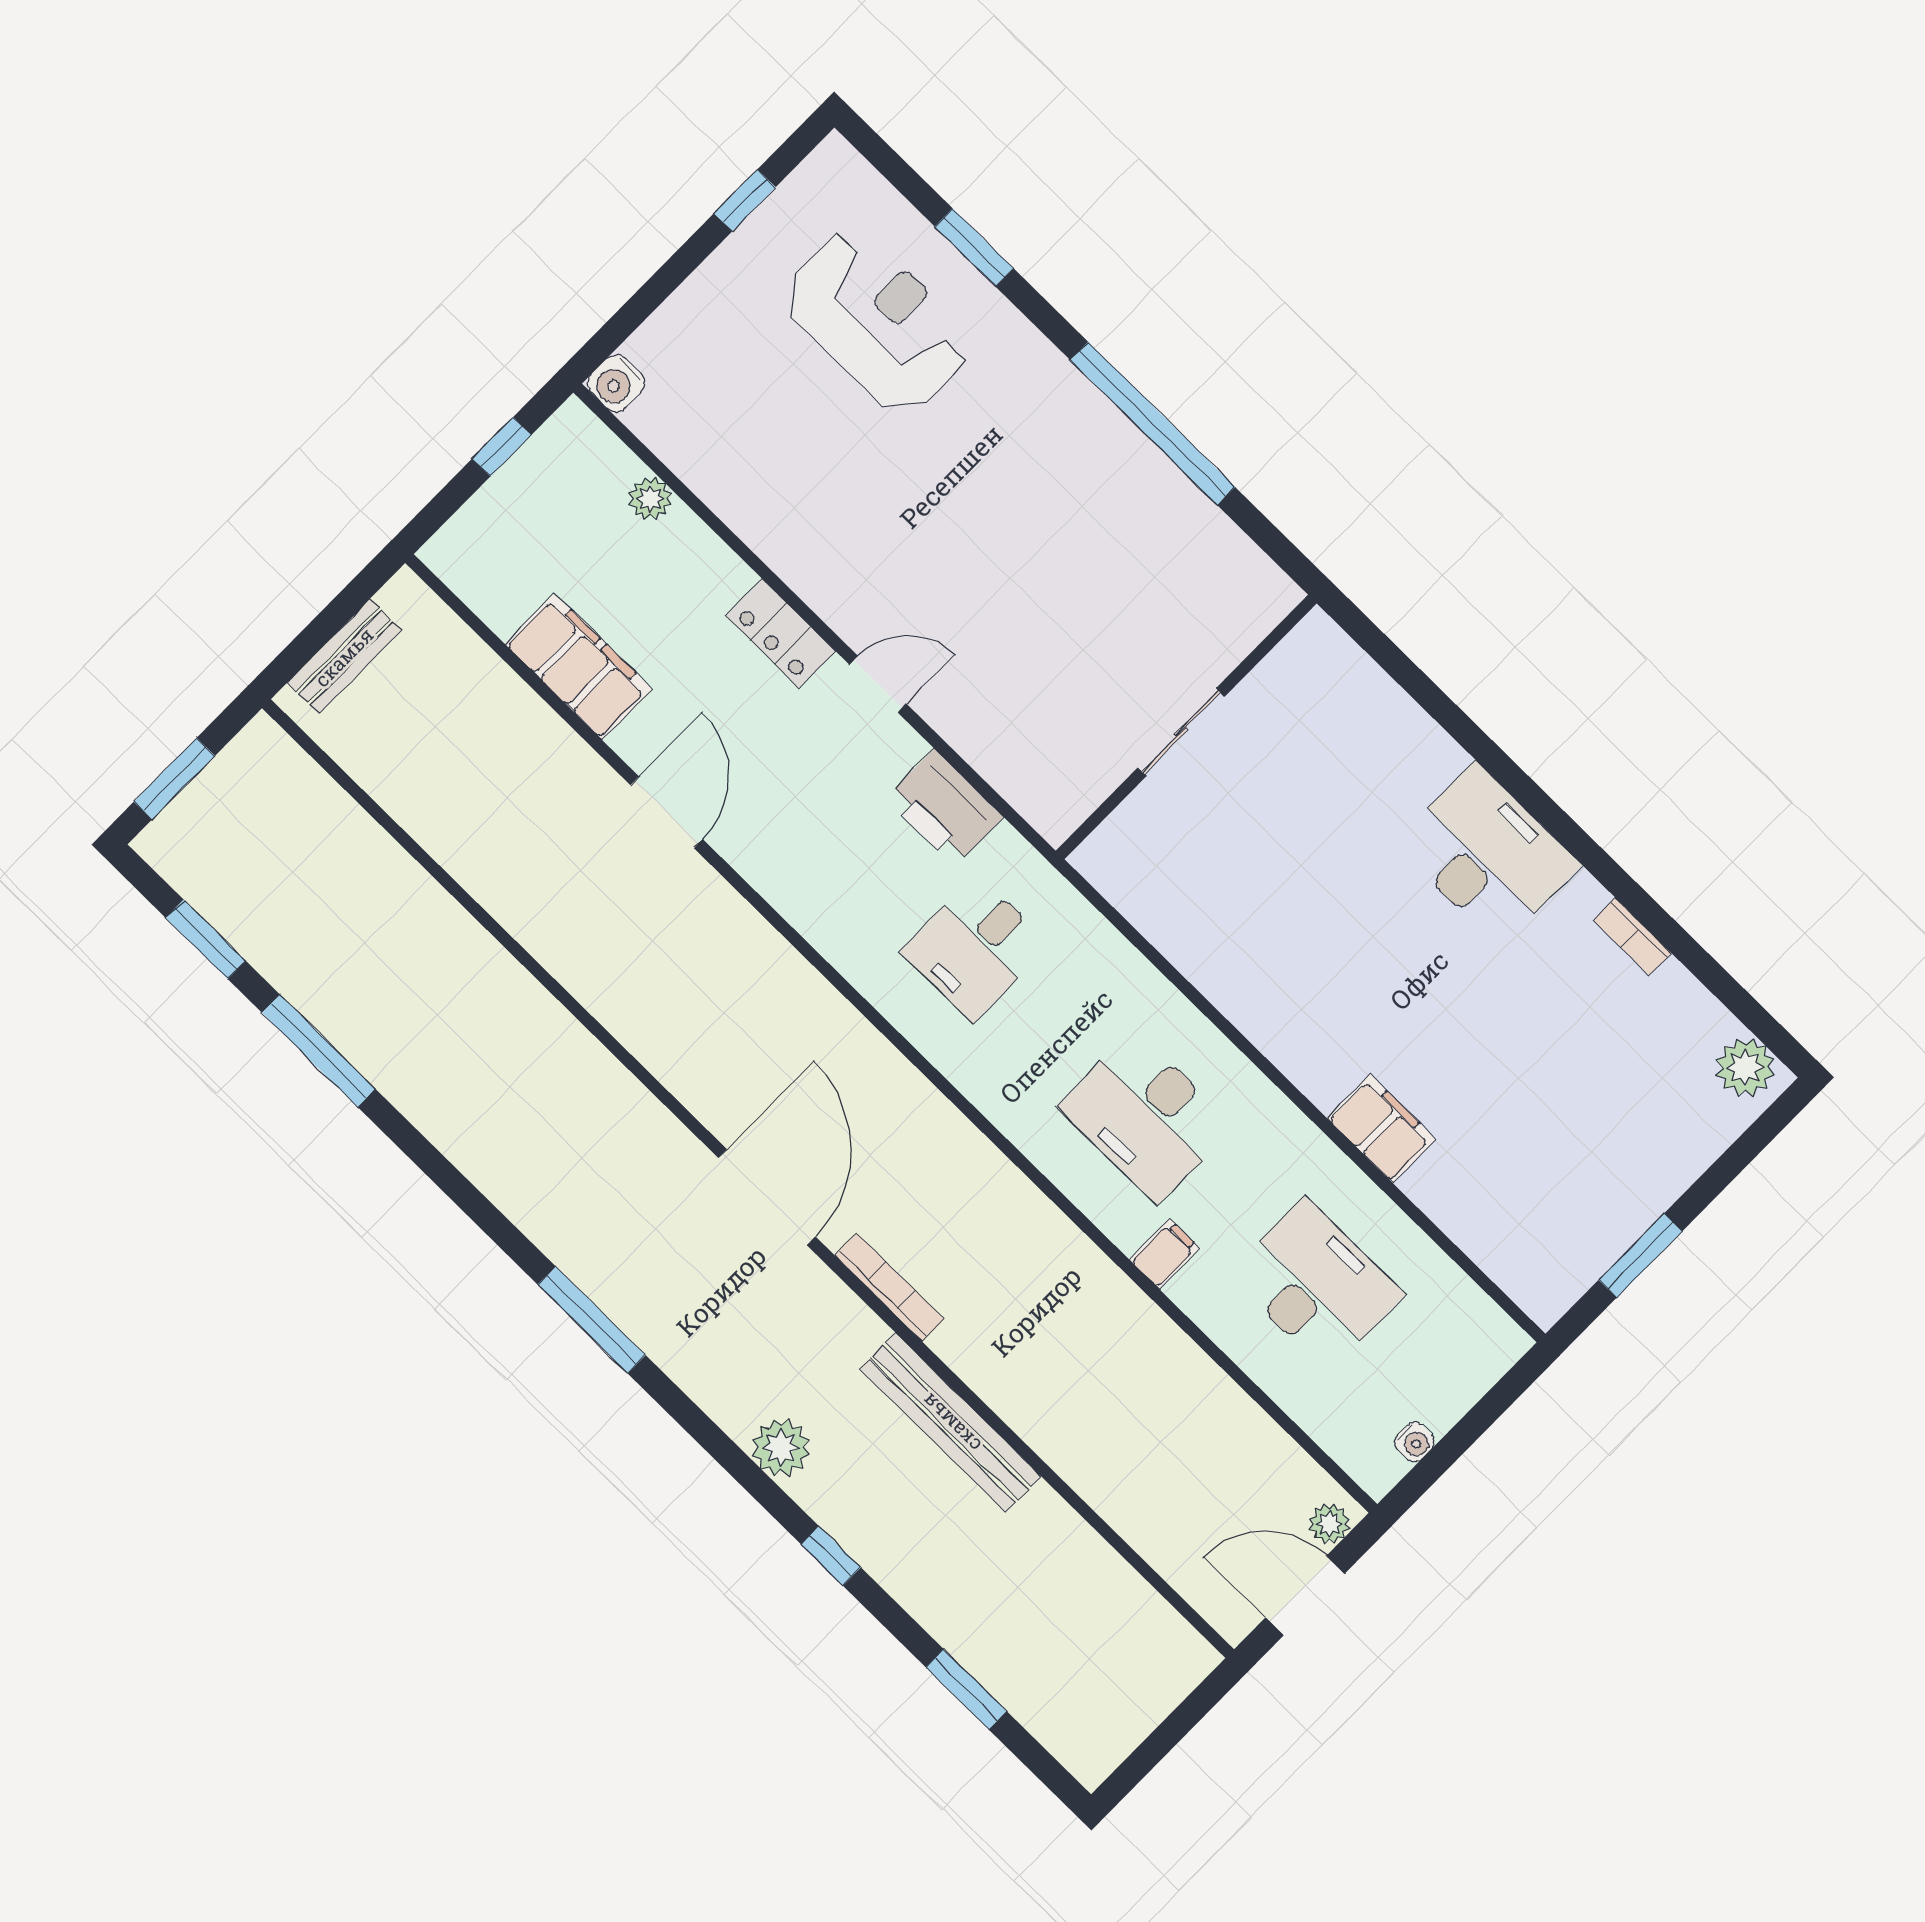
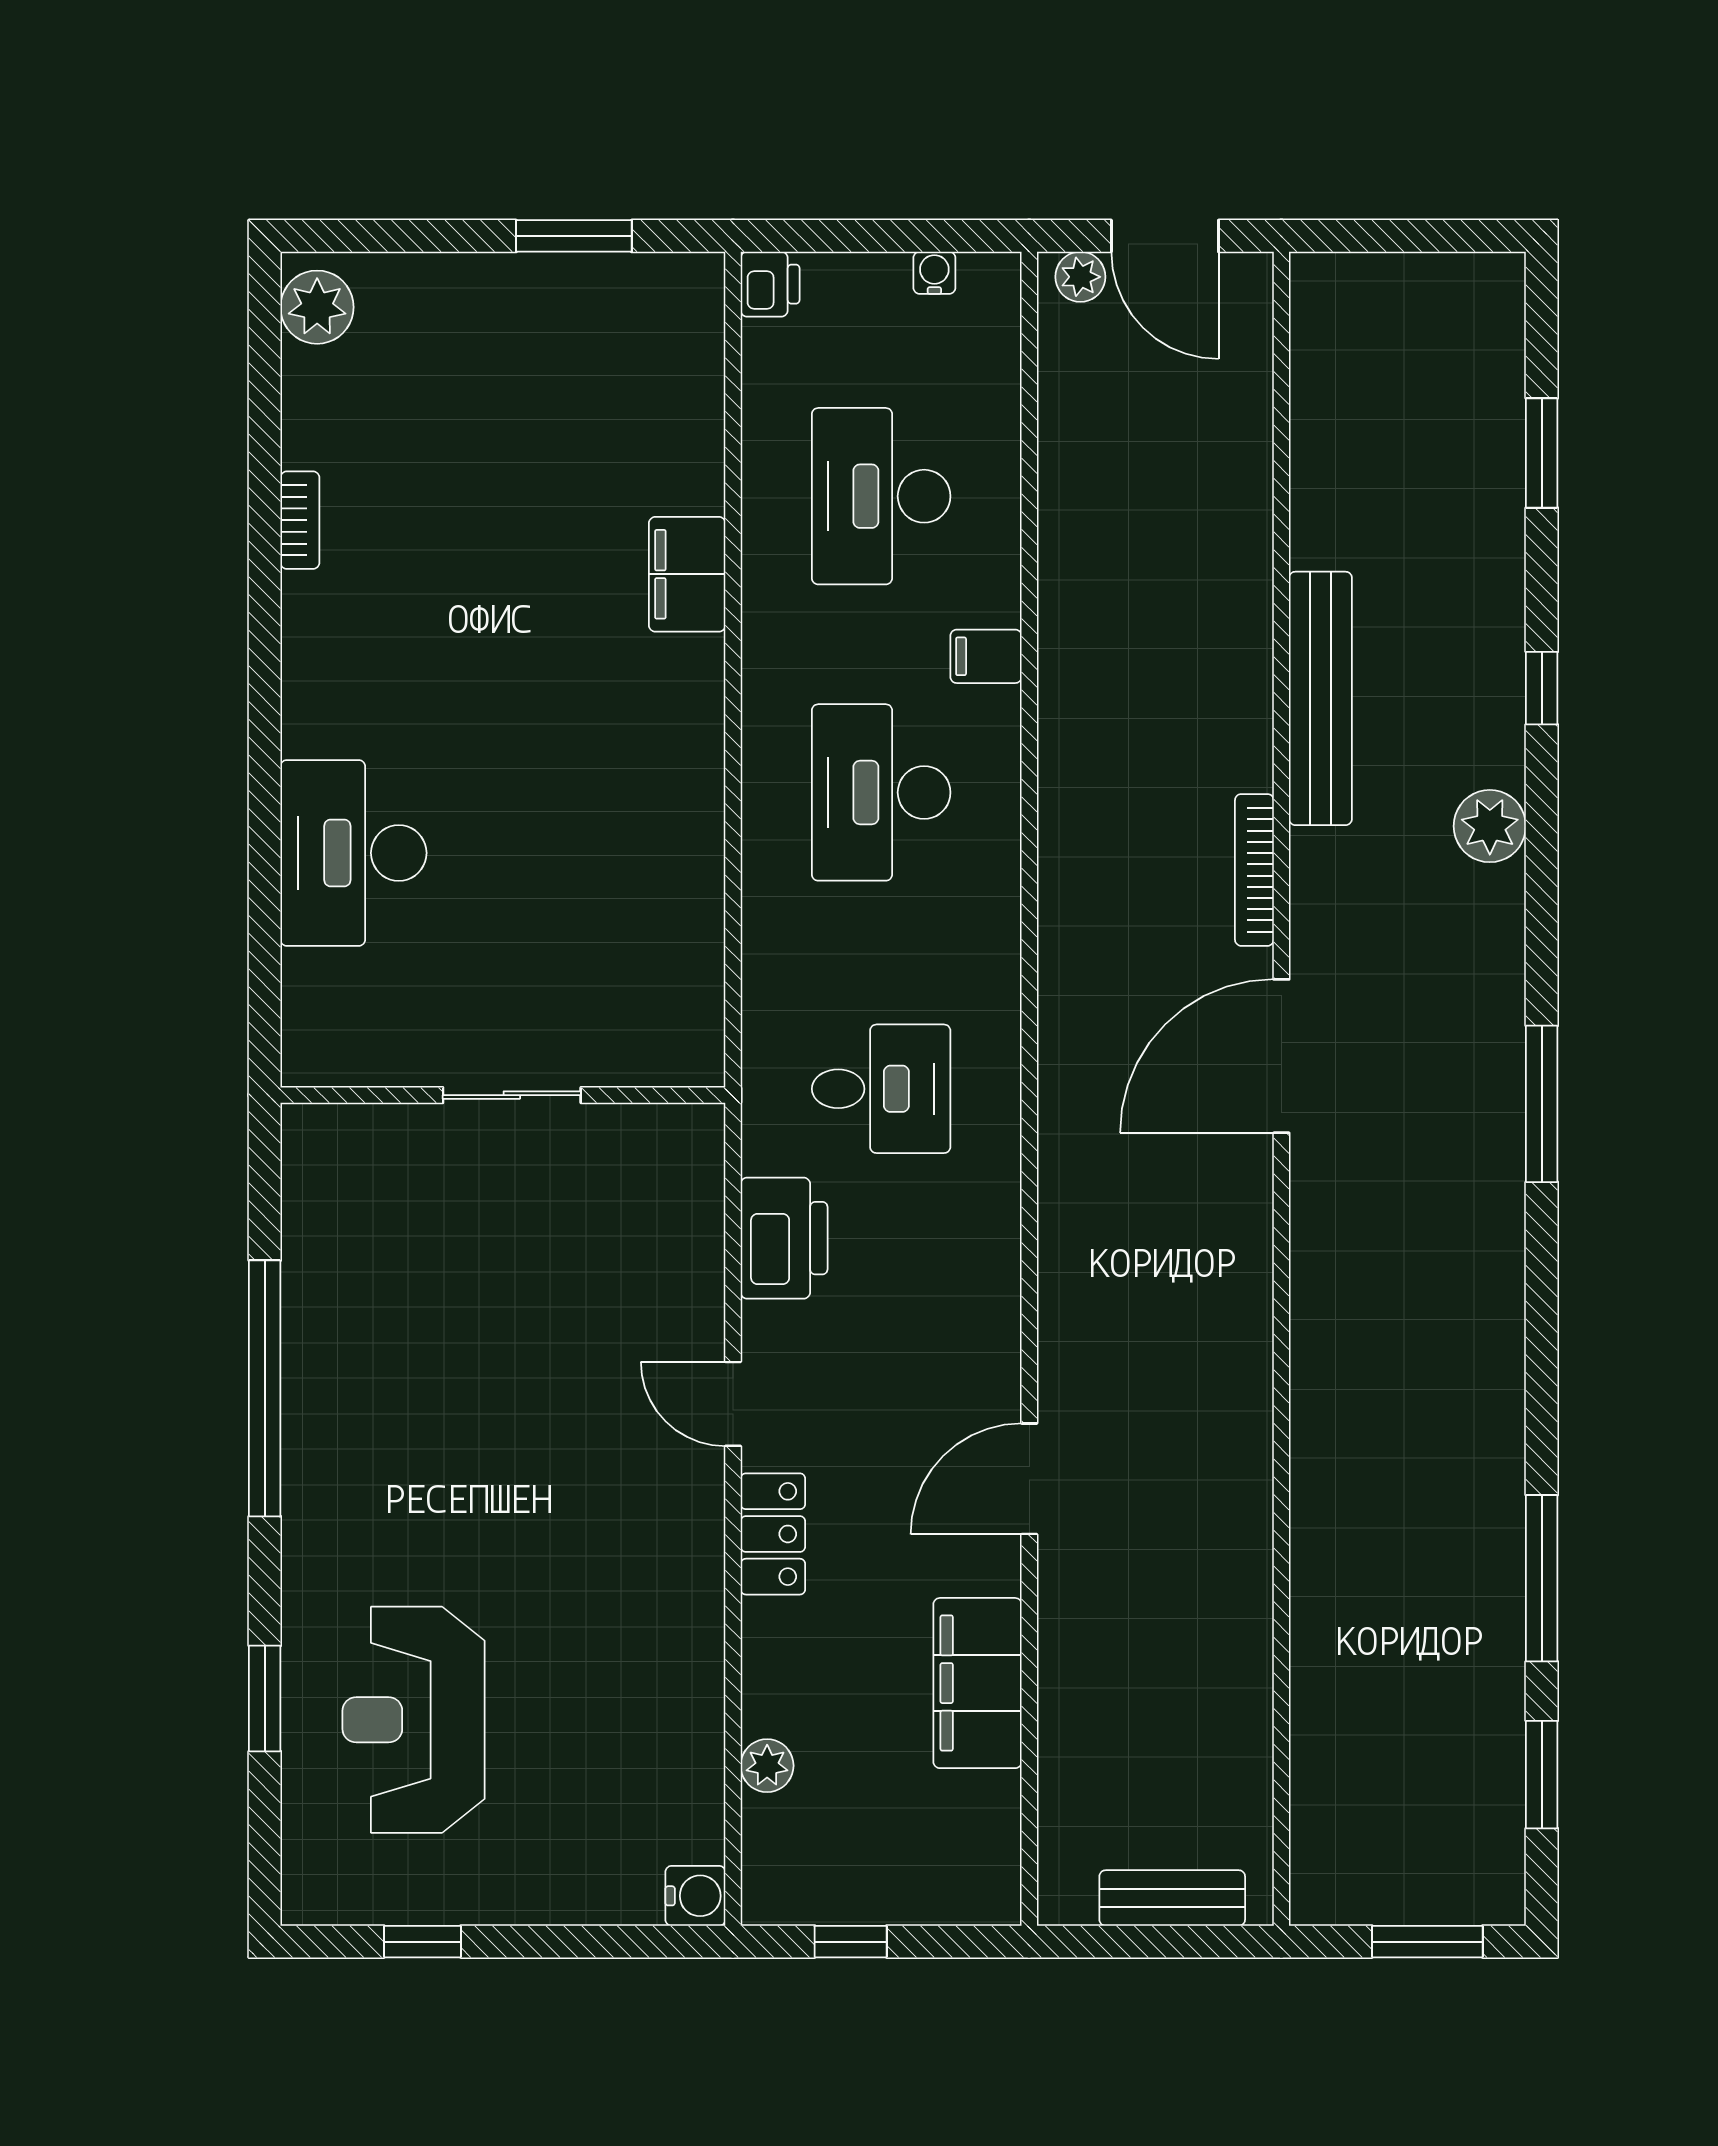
desk: (1487, 854) -> (353, 853), moved
desk: (1146, 1116) -> (881, 792), turned 180
printer: (1501, 1341) -> (770, 284), added

